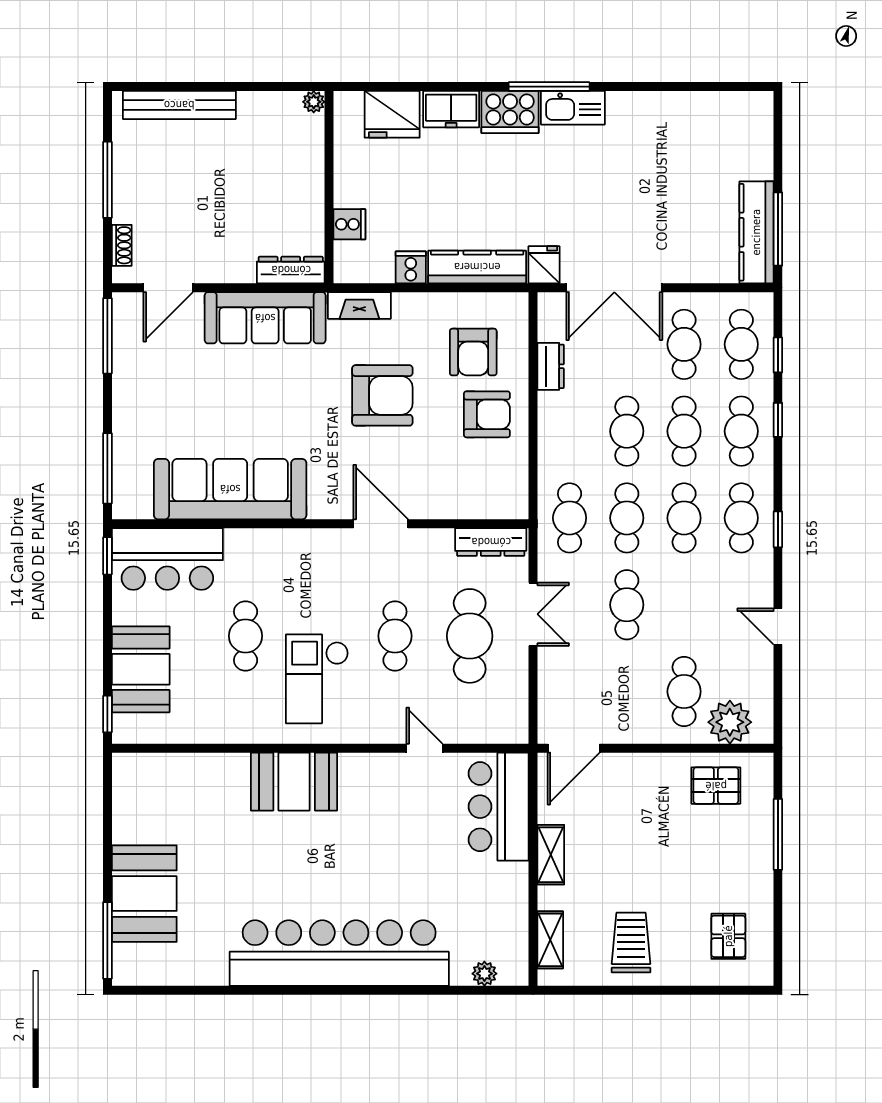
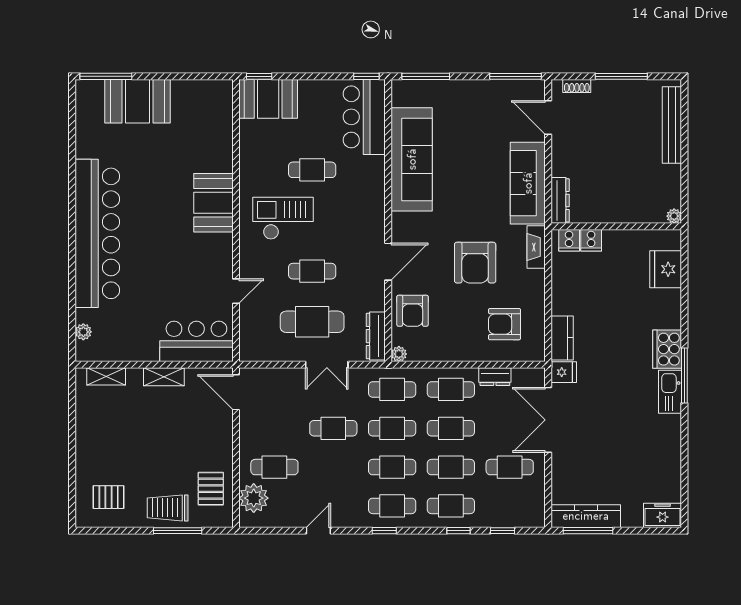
freezer: (451, 109) -> (663, 515), moved, turned 90
cooker: (411, 267) -> (569, 240), moved, turned 90
kitchen counter: (477, 267) -> (562, 338), width x0.67
cafe table: (741, 344) -> (451, 389), moved
armchair: (487, 414) -> (413, 311), moved
plant: (517, 508) -> (399, 354), added
booth: (141, 669) -> (268, 99), moved
trolley: (631, 943) -> (168, 508), moved, turned 180

